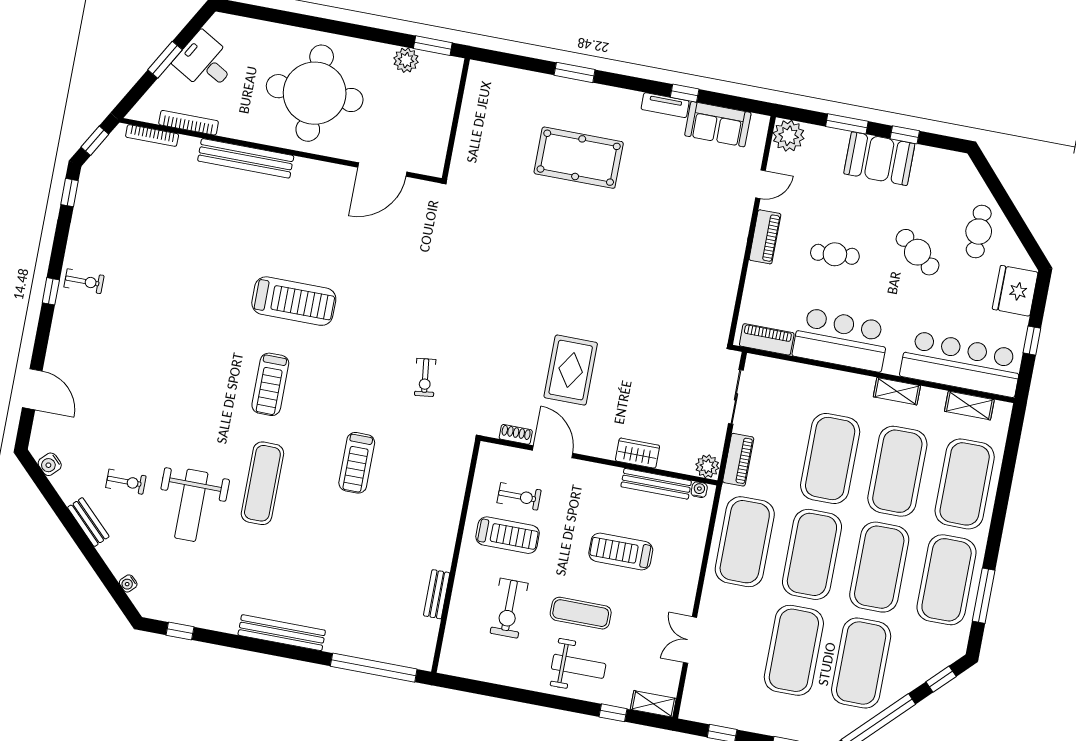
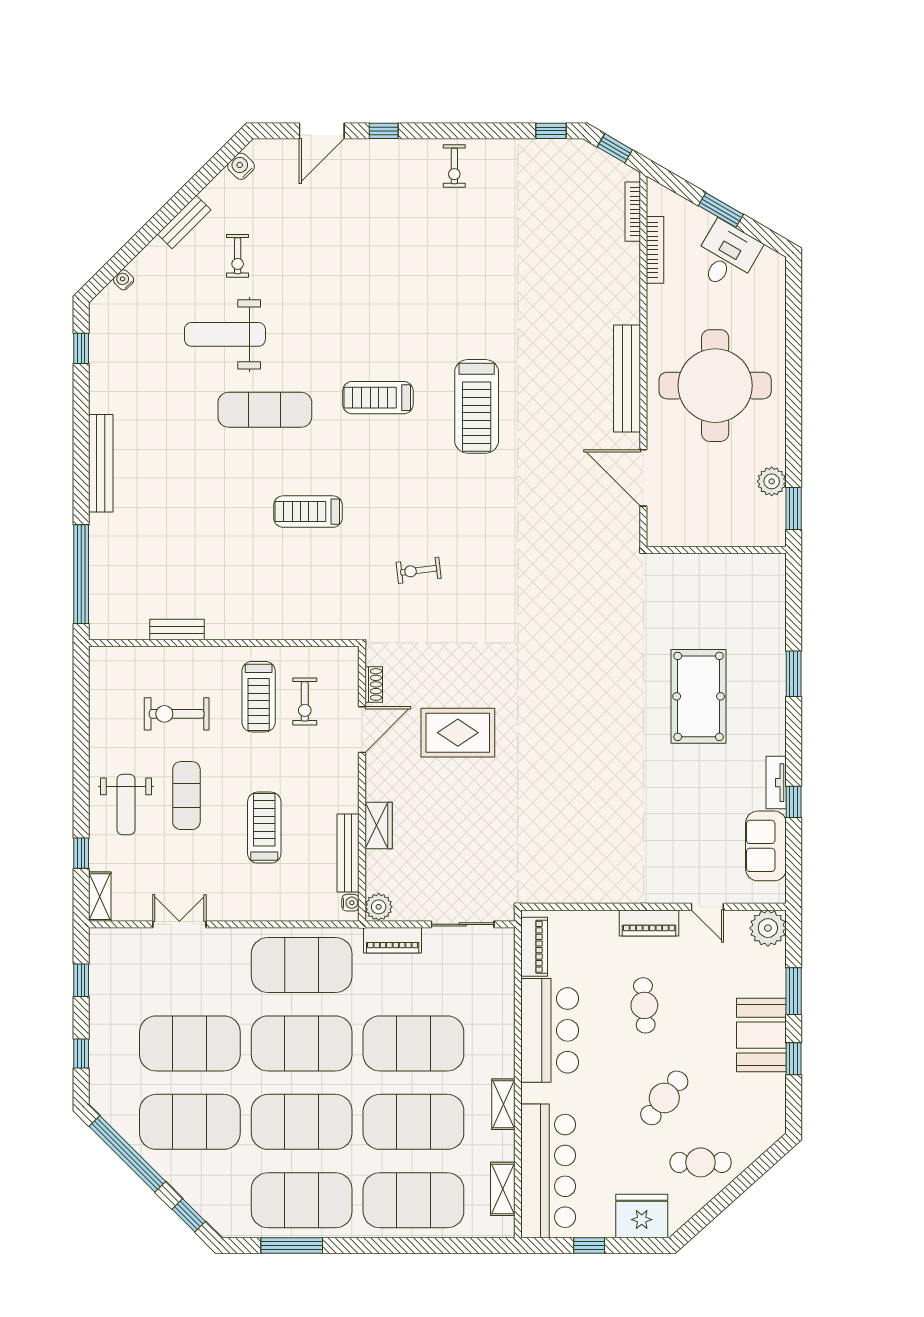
bench: (246, 158) -> (627, 379), moved
window: (51, 291) -> (384, 131), moved

